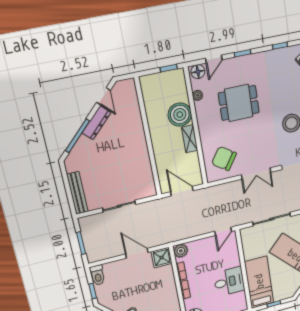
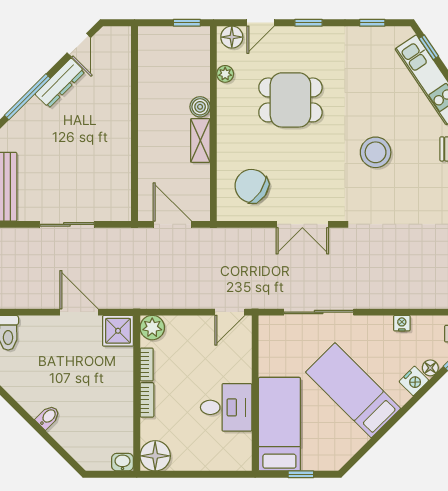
boiler: (180, 115) -> (200, 107), width x0.54, depth x0.54

